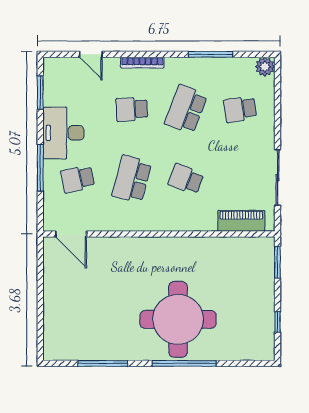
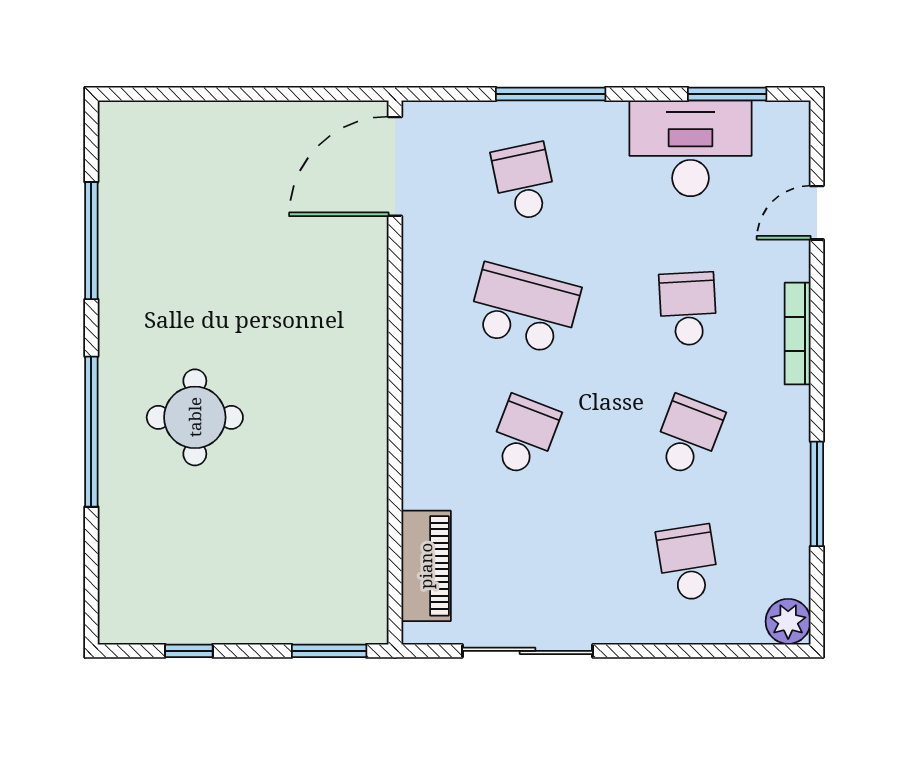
school desk: (186, 109) -> (688, 436), width x0.54
desk: (63, 133) -> (690, 148), moved
door: (71, 234) -> (395, 166), width x1.36
round table: (178, 319) -> (195, 417), width x0.54, depth x0.54

